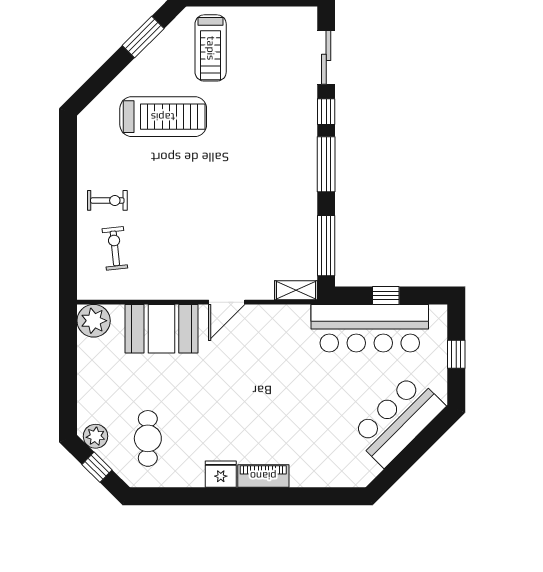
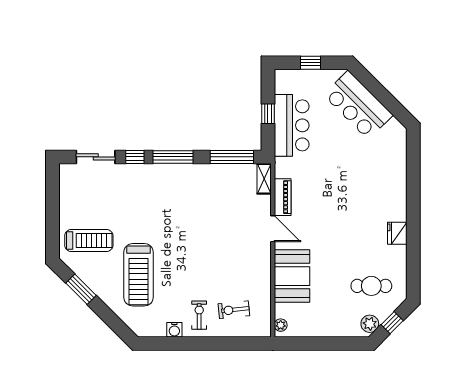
treadmill: (163, 117) -> (139, 275), turned 180
water cooler: (87, 166) -> (174, 330), added
plant: (94, 321) -> (281, 325), width x0.53, depth x0.53
bar counter: (370, 328) -> (292, 125), width x0.73
piano: (263, 476) -> (283, 197), moved, turned 180

